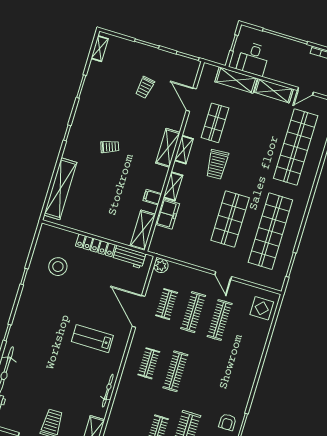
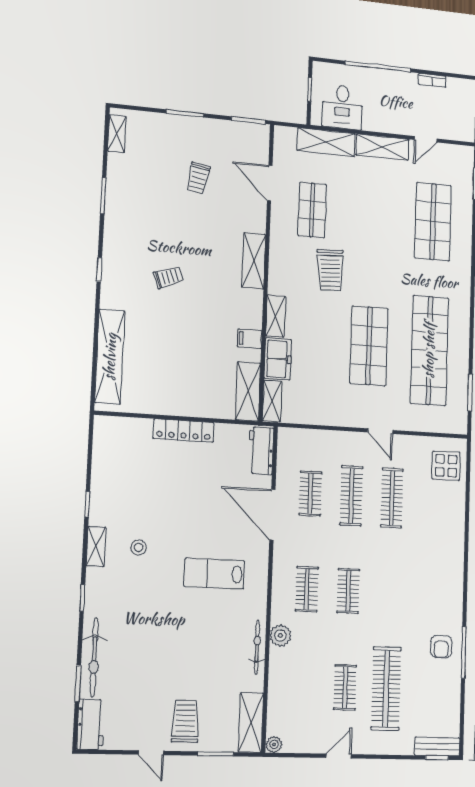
shop shelf: (296, 147) -> (433, 222), width x0.71
shelving: (184, 150) -> (272, 401), moved
workbench: (129, 257) -> (261, 451), moved, turned 90
plant: (161, 266) -> (280, 635), moved
stool: (58, 267) -> (139, 548), moved, width x0.53, depth x0.53
shelving: (23, 303) -> (96, 546), added
clothes rail: (175, 371) -> (348, 591), width x0.73

